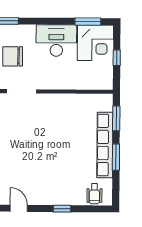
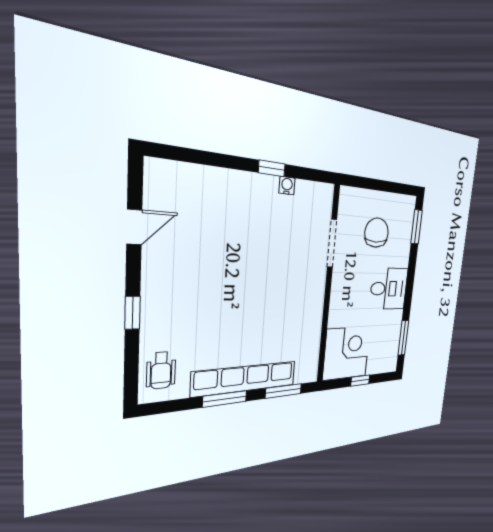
desk: (56, 41) -> (389, 289), width x0.73
corner desk: (95, 43) -> (347, 353), moved, turned 180
wheelchair: (94, 194) -> (161, 370), turned -90

